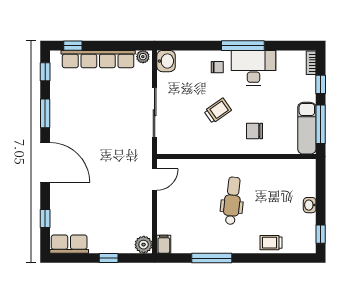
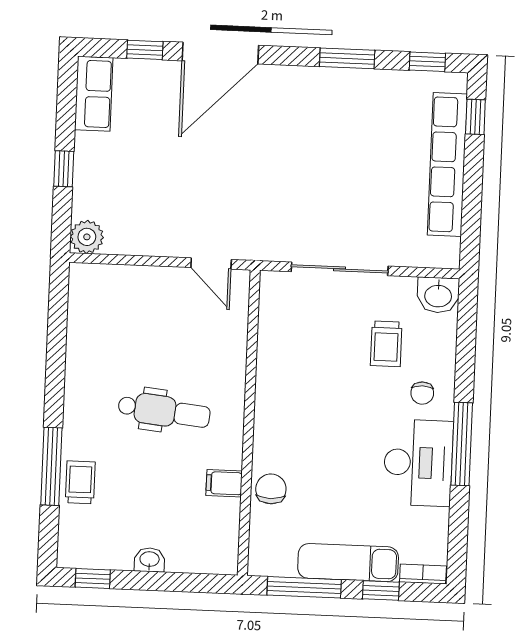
plant: (143, 57) -> (448, 251), removed
trolley: (218, 111) -> (386, 344), moved, turned 35
exam couch: (307, 128) -> (348, 563), moved
chair: (254, 131) -> (271, 489), moved
door: (45, 162) -> (220, 53), moved
filing cabinet: (164, 244) -> (224, 483), moved, turned 180
window: (212, 258) -> (51, 466), moved

